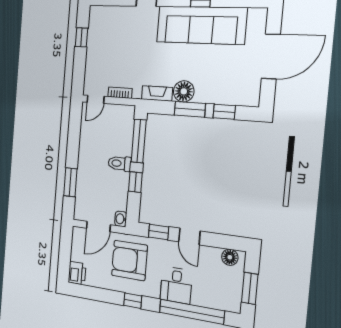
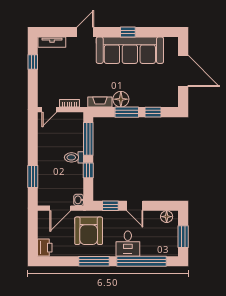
tv unit: (106, 12) -> (52, 42), added
door: (271, 56) -> (183, 71), hinge flipped
armchair: (129, 260) -> (89, 231), turned -90
window: (133, 301) -> (94, 261), width x2.17

